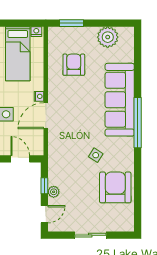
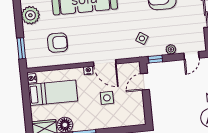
armchair: (74, 65) -> (58, 43), turned 180
side table: (96, 155) -> (142, 38), moved
window: (44, 186) -> (155, 59), moved
door: (44, 214) -> (191, 56), swing flipped

